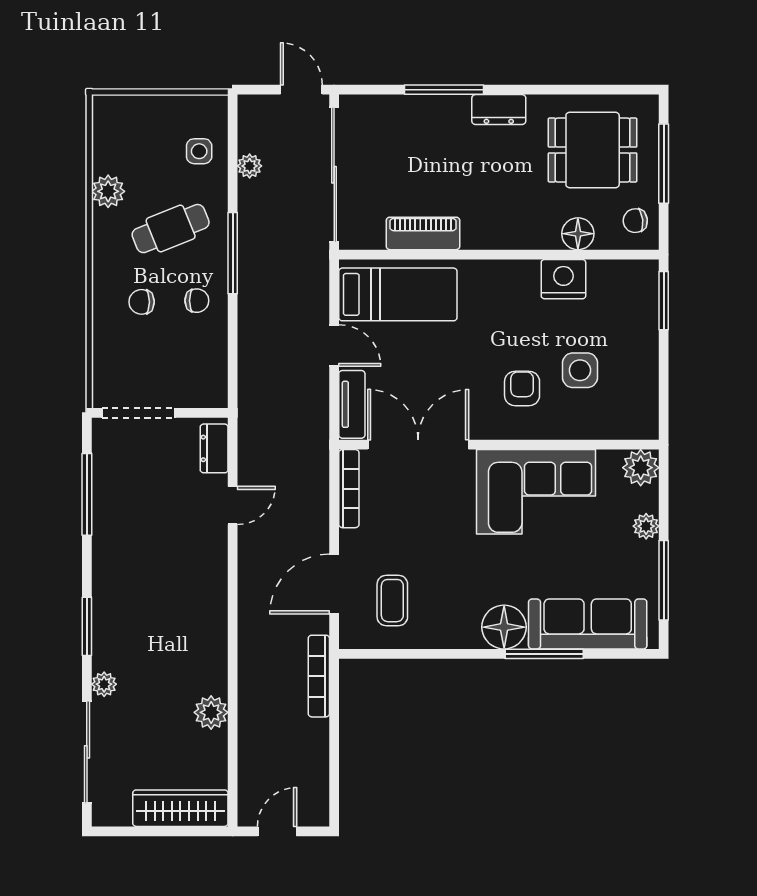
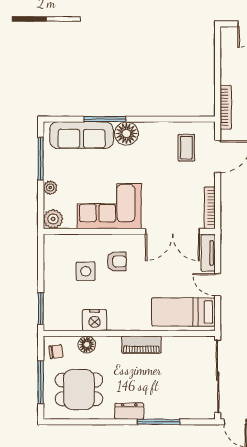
piano: (423, 233) -> (141, 345), moved
armchair: (522, 388) -> (117, 261), turned -90

